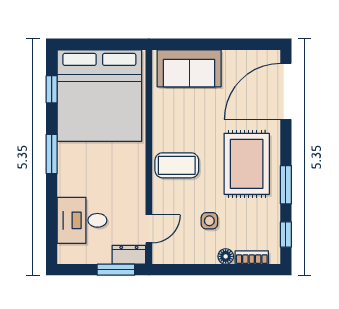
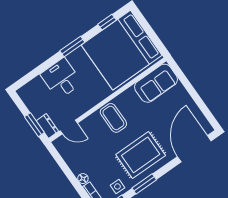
sofa: (189, 68) -> (156, 83), moved, turned -90
door: (286, 91) -> (194, 149), hinge flipped
desk: (82, 220) -> (61, 79), moved
side table: (209, 221) -> (117, 186), moved

